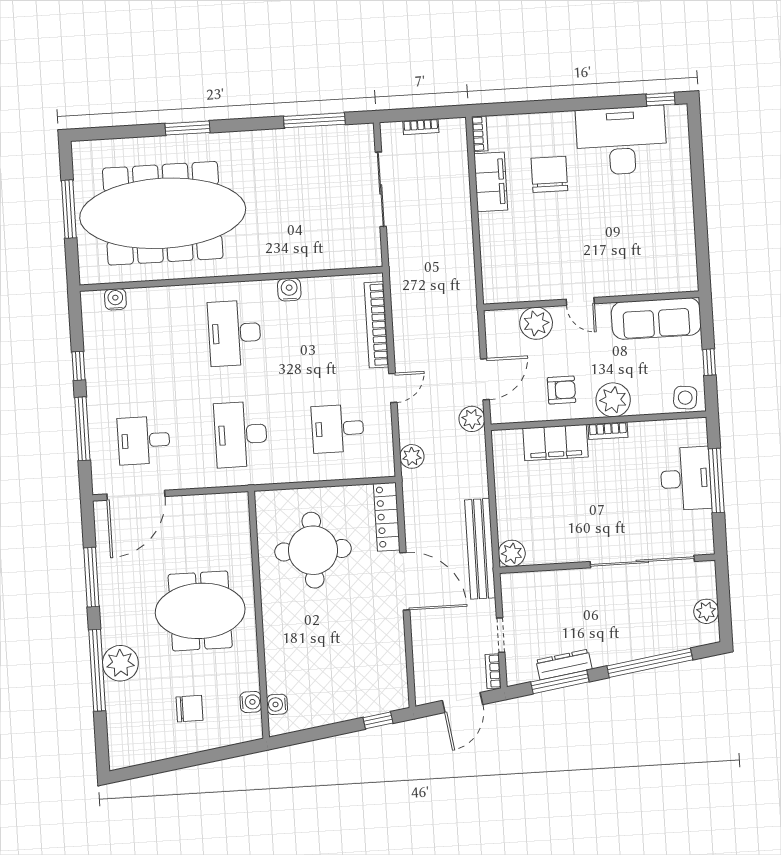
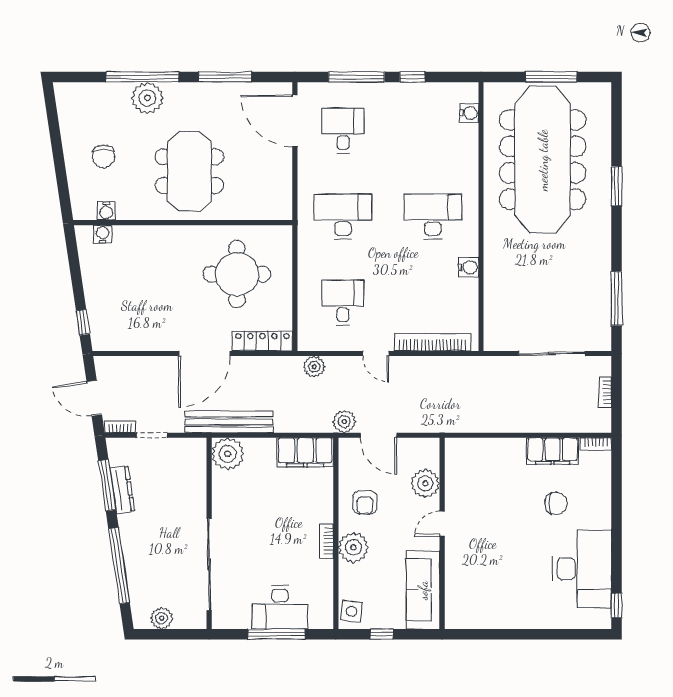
chair: (549, 174) -> (556, 503), width x0.73, depth x0.73
filing cabinet: (555, 443) -> (305, 452), moved, turned -90
plant: (512, 553) -> (228, 454), width x1.36, depth x1.36

